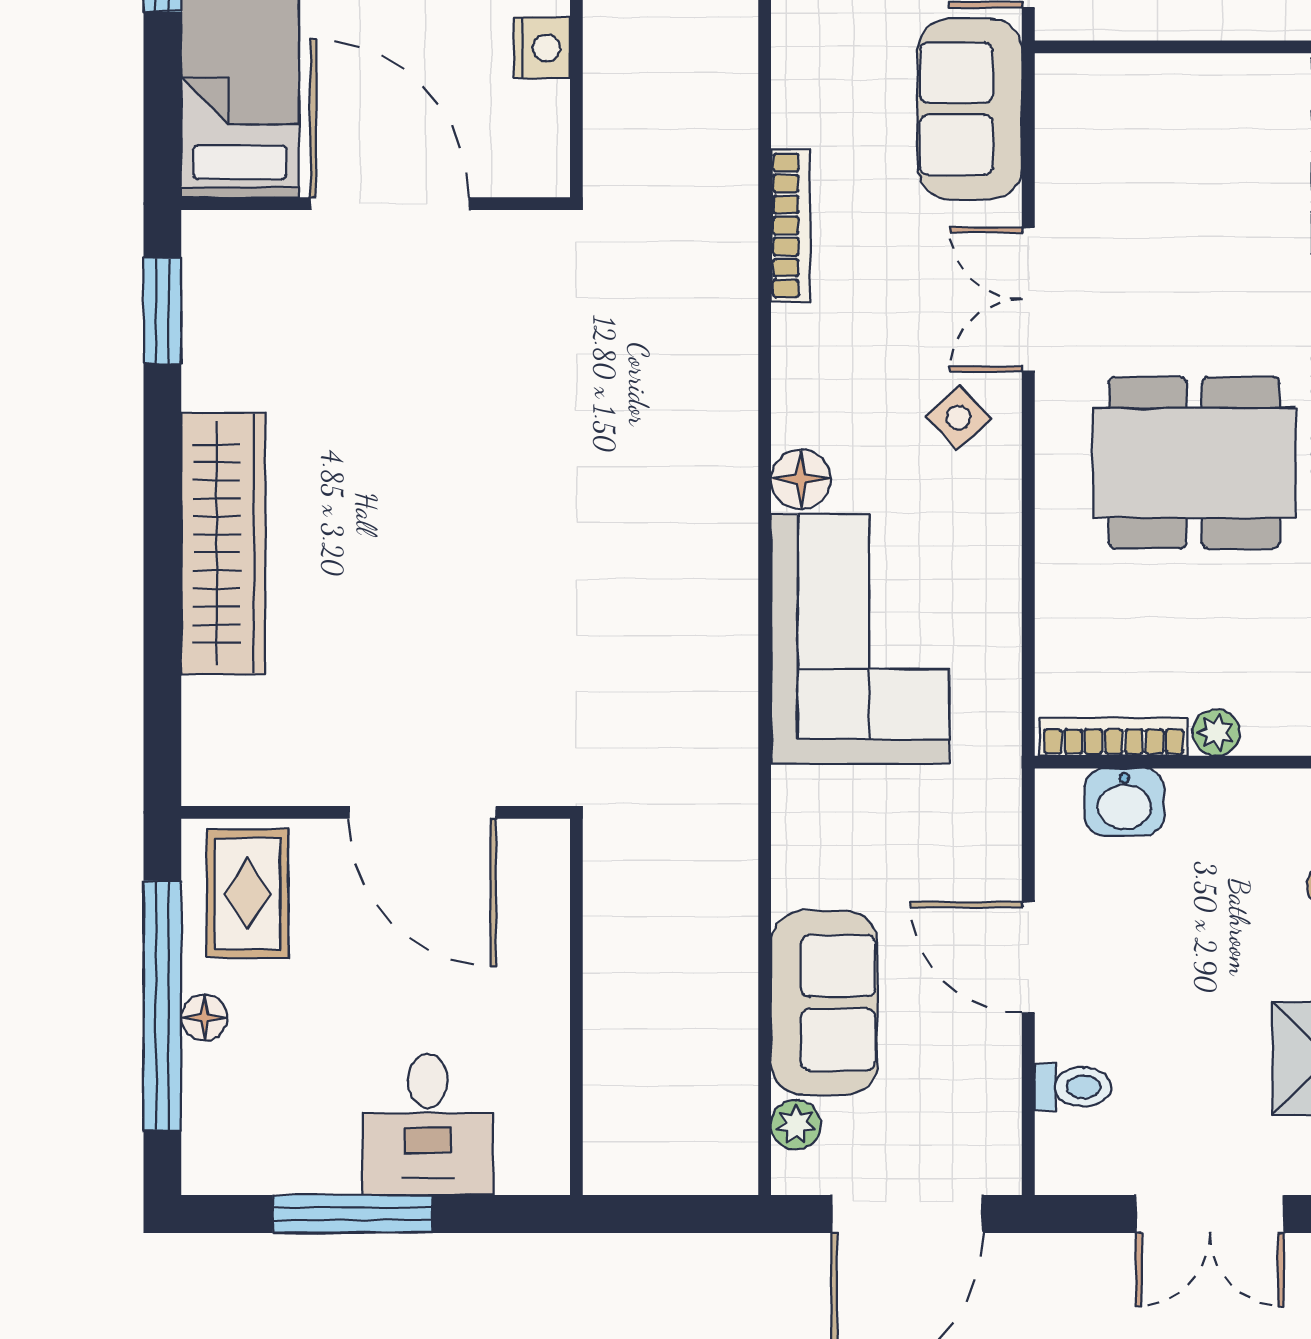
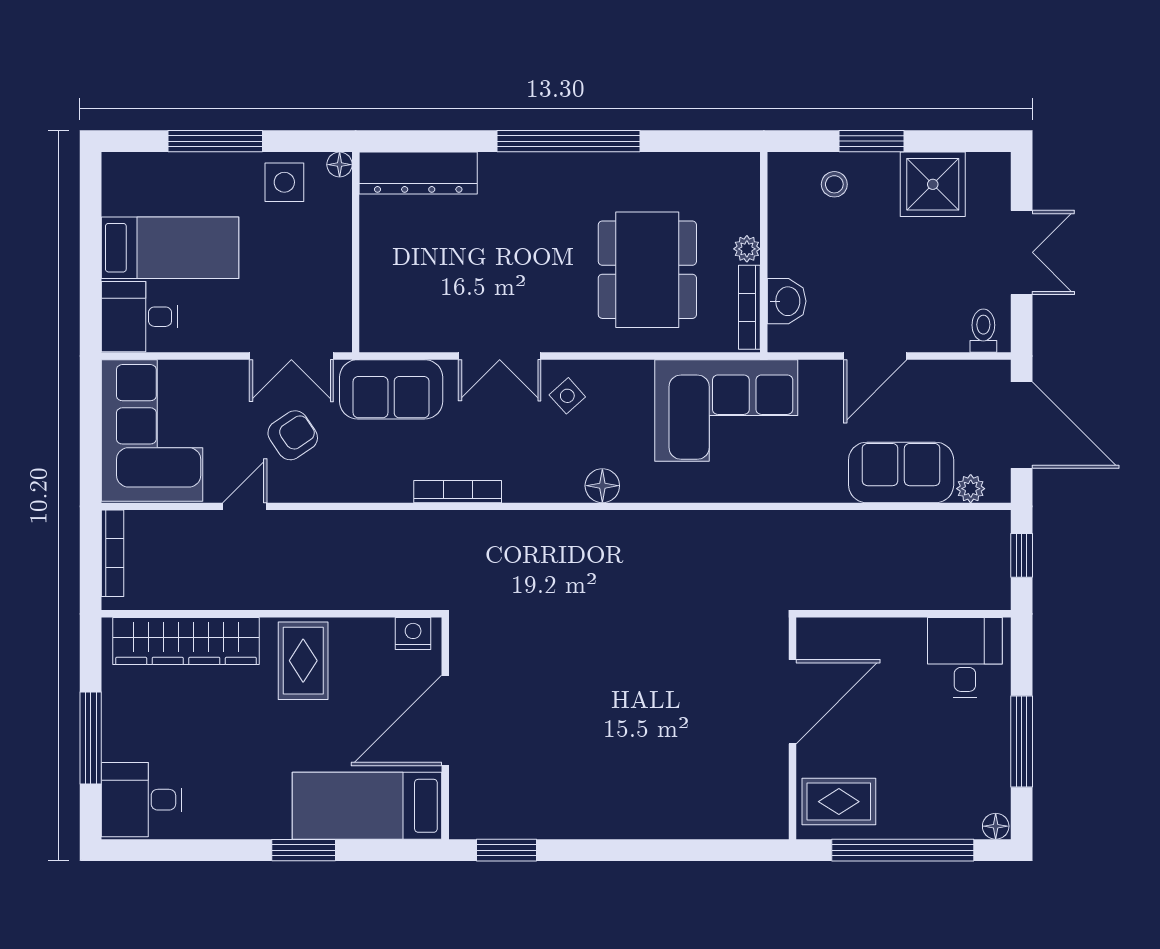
nightstand: (542, 48) -> (413, 634), moved
dining table: (1194, 463) -> (647, 270), moved
wardrobe: (223, 544) -> (639, 815), removed
corner sofa: (860, 639) -> (726, 410), moved, turned 180
floor lamp: (204, 1018) -> (996, 826), moved
toilet: (1073, 1087) -> (983, 331), moved
desk: (428, 1124) -> (965, 658), moved, turned -90
window: (679, 1214) -> (1022, 555), added

